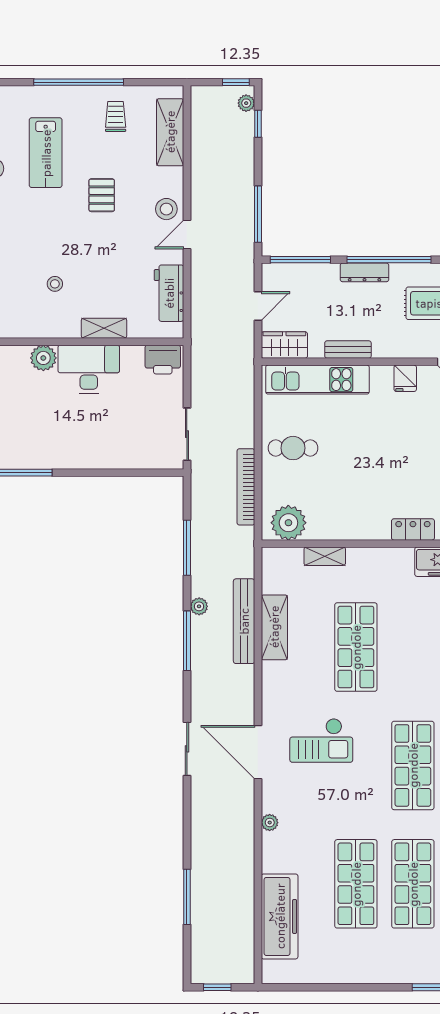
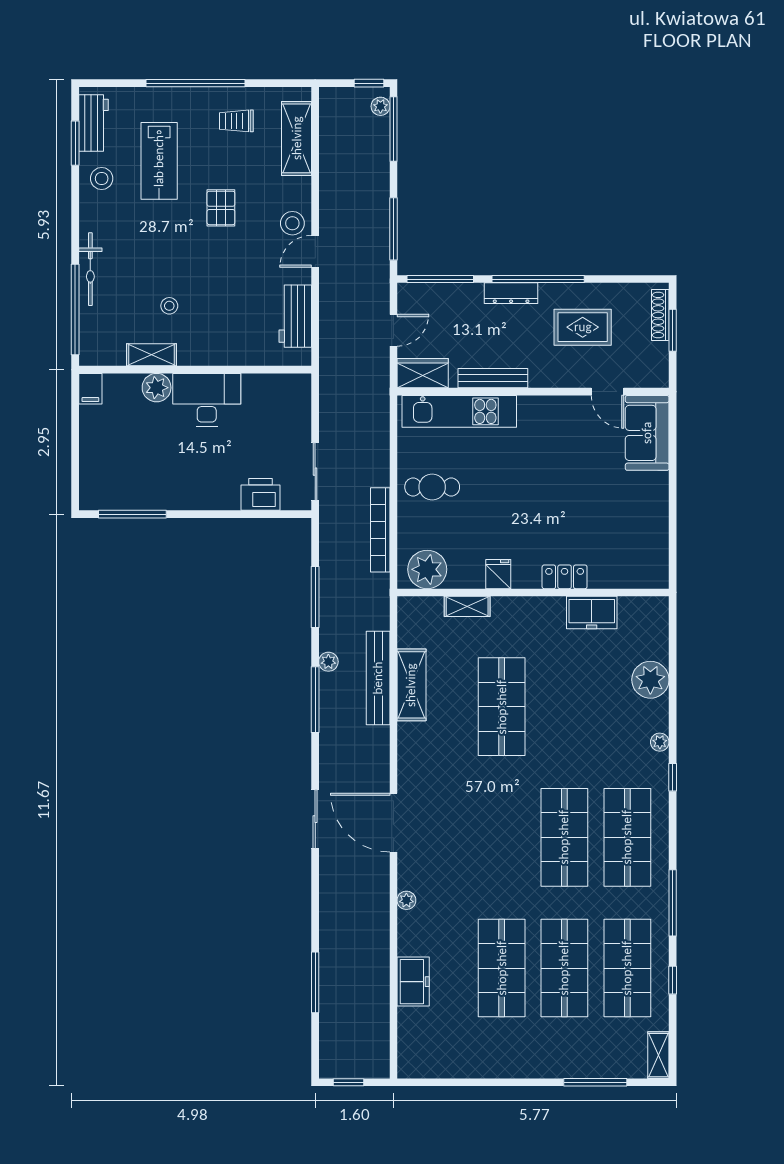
trolley: (116, 116) -> (236, 121), turned -90
window: (258, 124) -> (393, 129), width x2.17
shelving: (104, 328) -> (152, 355), moved
bench: (348, 350) -> (493, 378), width x1.36
printer: (163, 360) -> (261, 494), moved, turned 180
fridge: (405, 378) -> (498, 574), moved, turned 180
checkout: (321, 740) -> (463, 810), removed
freezer: (280, 916) -> (413, 982), width x0.52, depth x0.79

